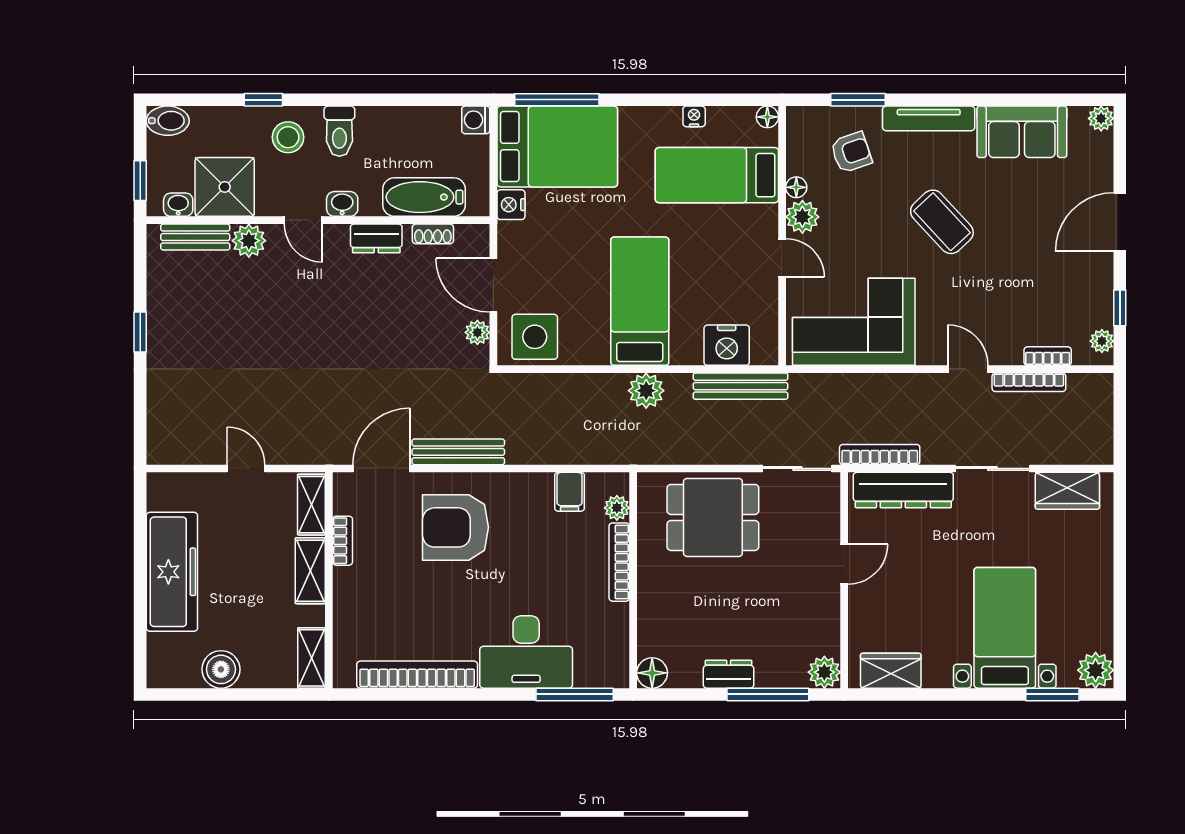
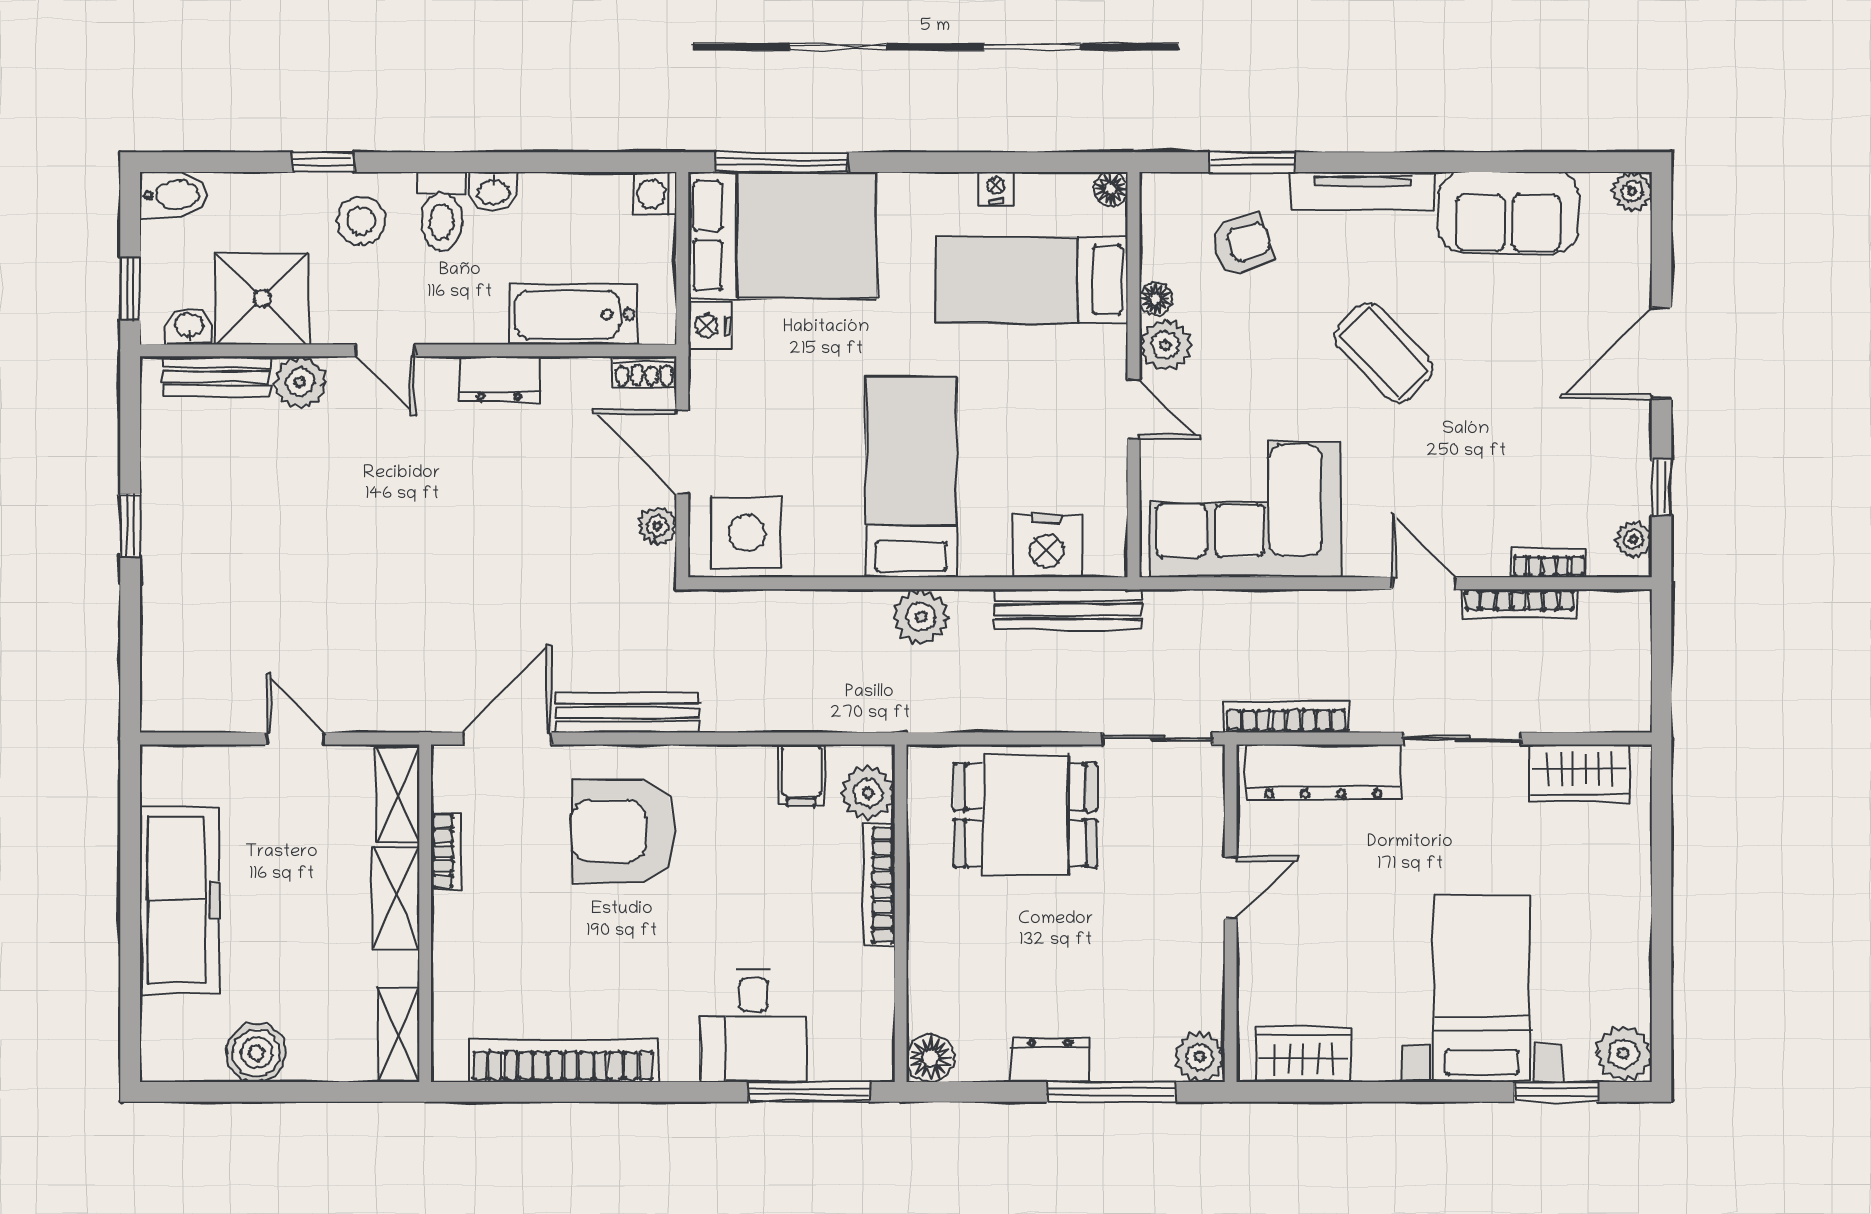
washbasin: (342, 204) -> (494, 191), moved, turned 180
shoe rack: (433, 234) -> (644, 372), moved
plant: (617, 508) -> (868, 793), width x1.38, depth x1.38
desk: (526, 652) -> (753, 1025), width x0.73

